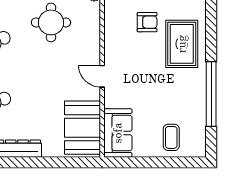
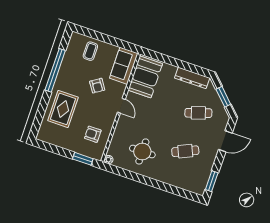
armchair: (147, 22) -> (93, 134), moved
armchair: (145, 93) -> (97, 86), added

